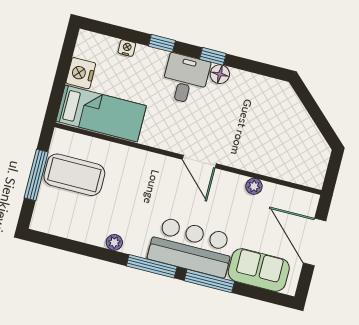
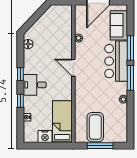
floor lamp: (220, 74) -> (28, 44), moved
door: (199, 162) -> (73, 68), swing flipped

